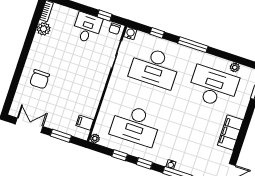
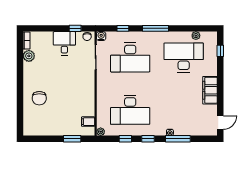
double door: (29, 125) -> (43, 139), removed

